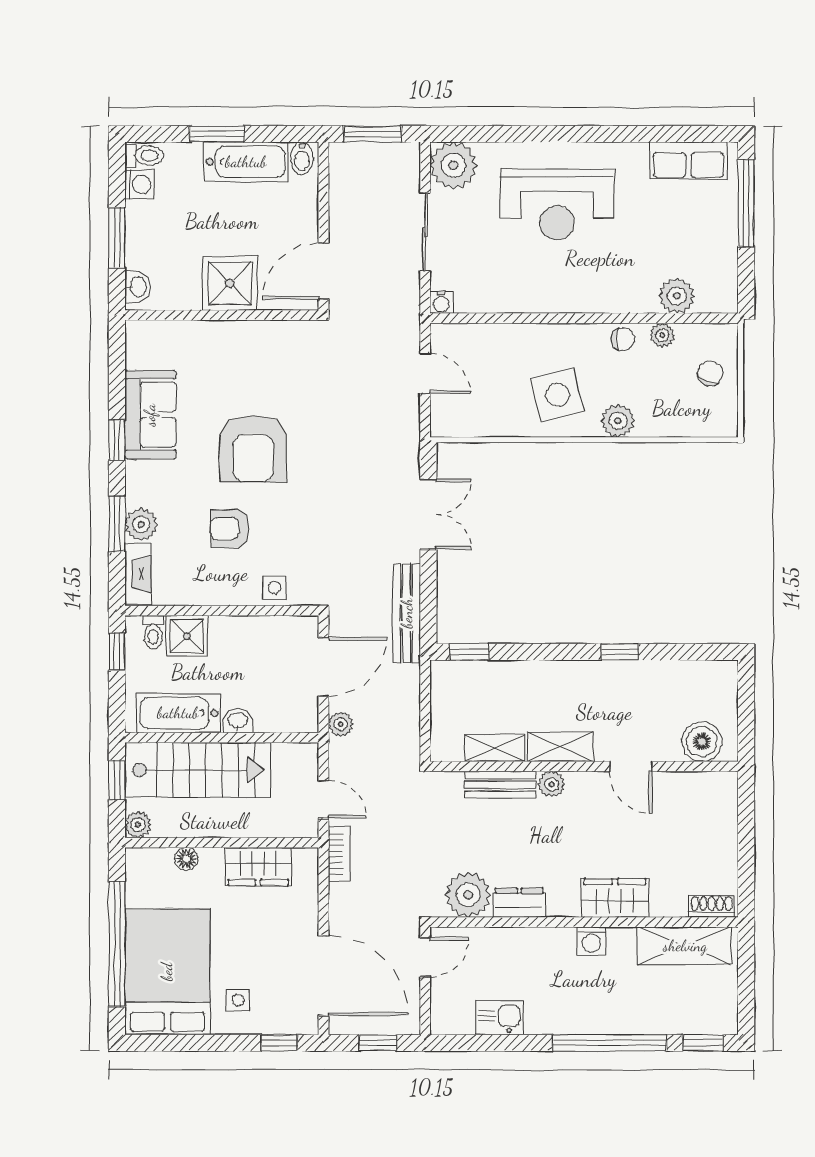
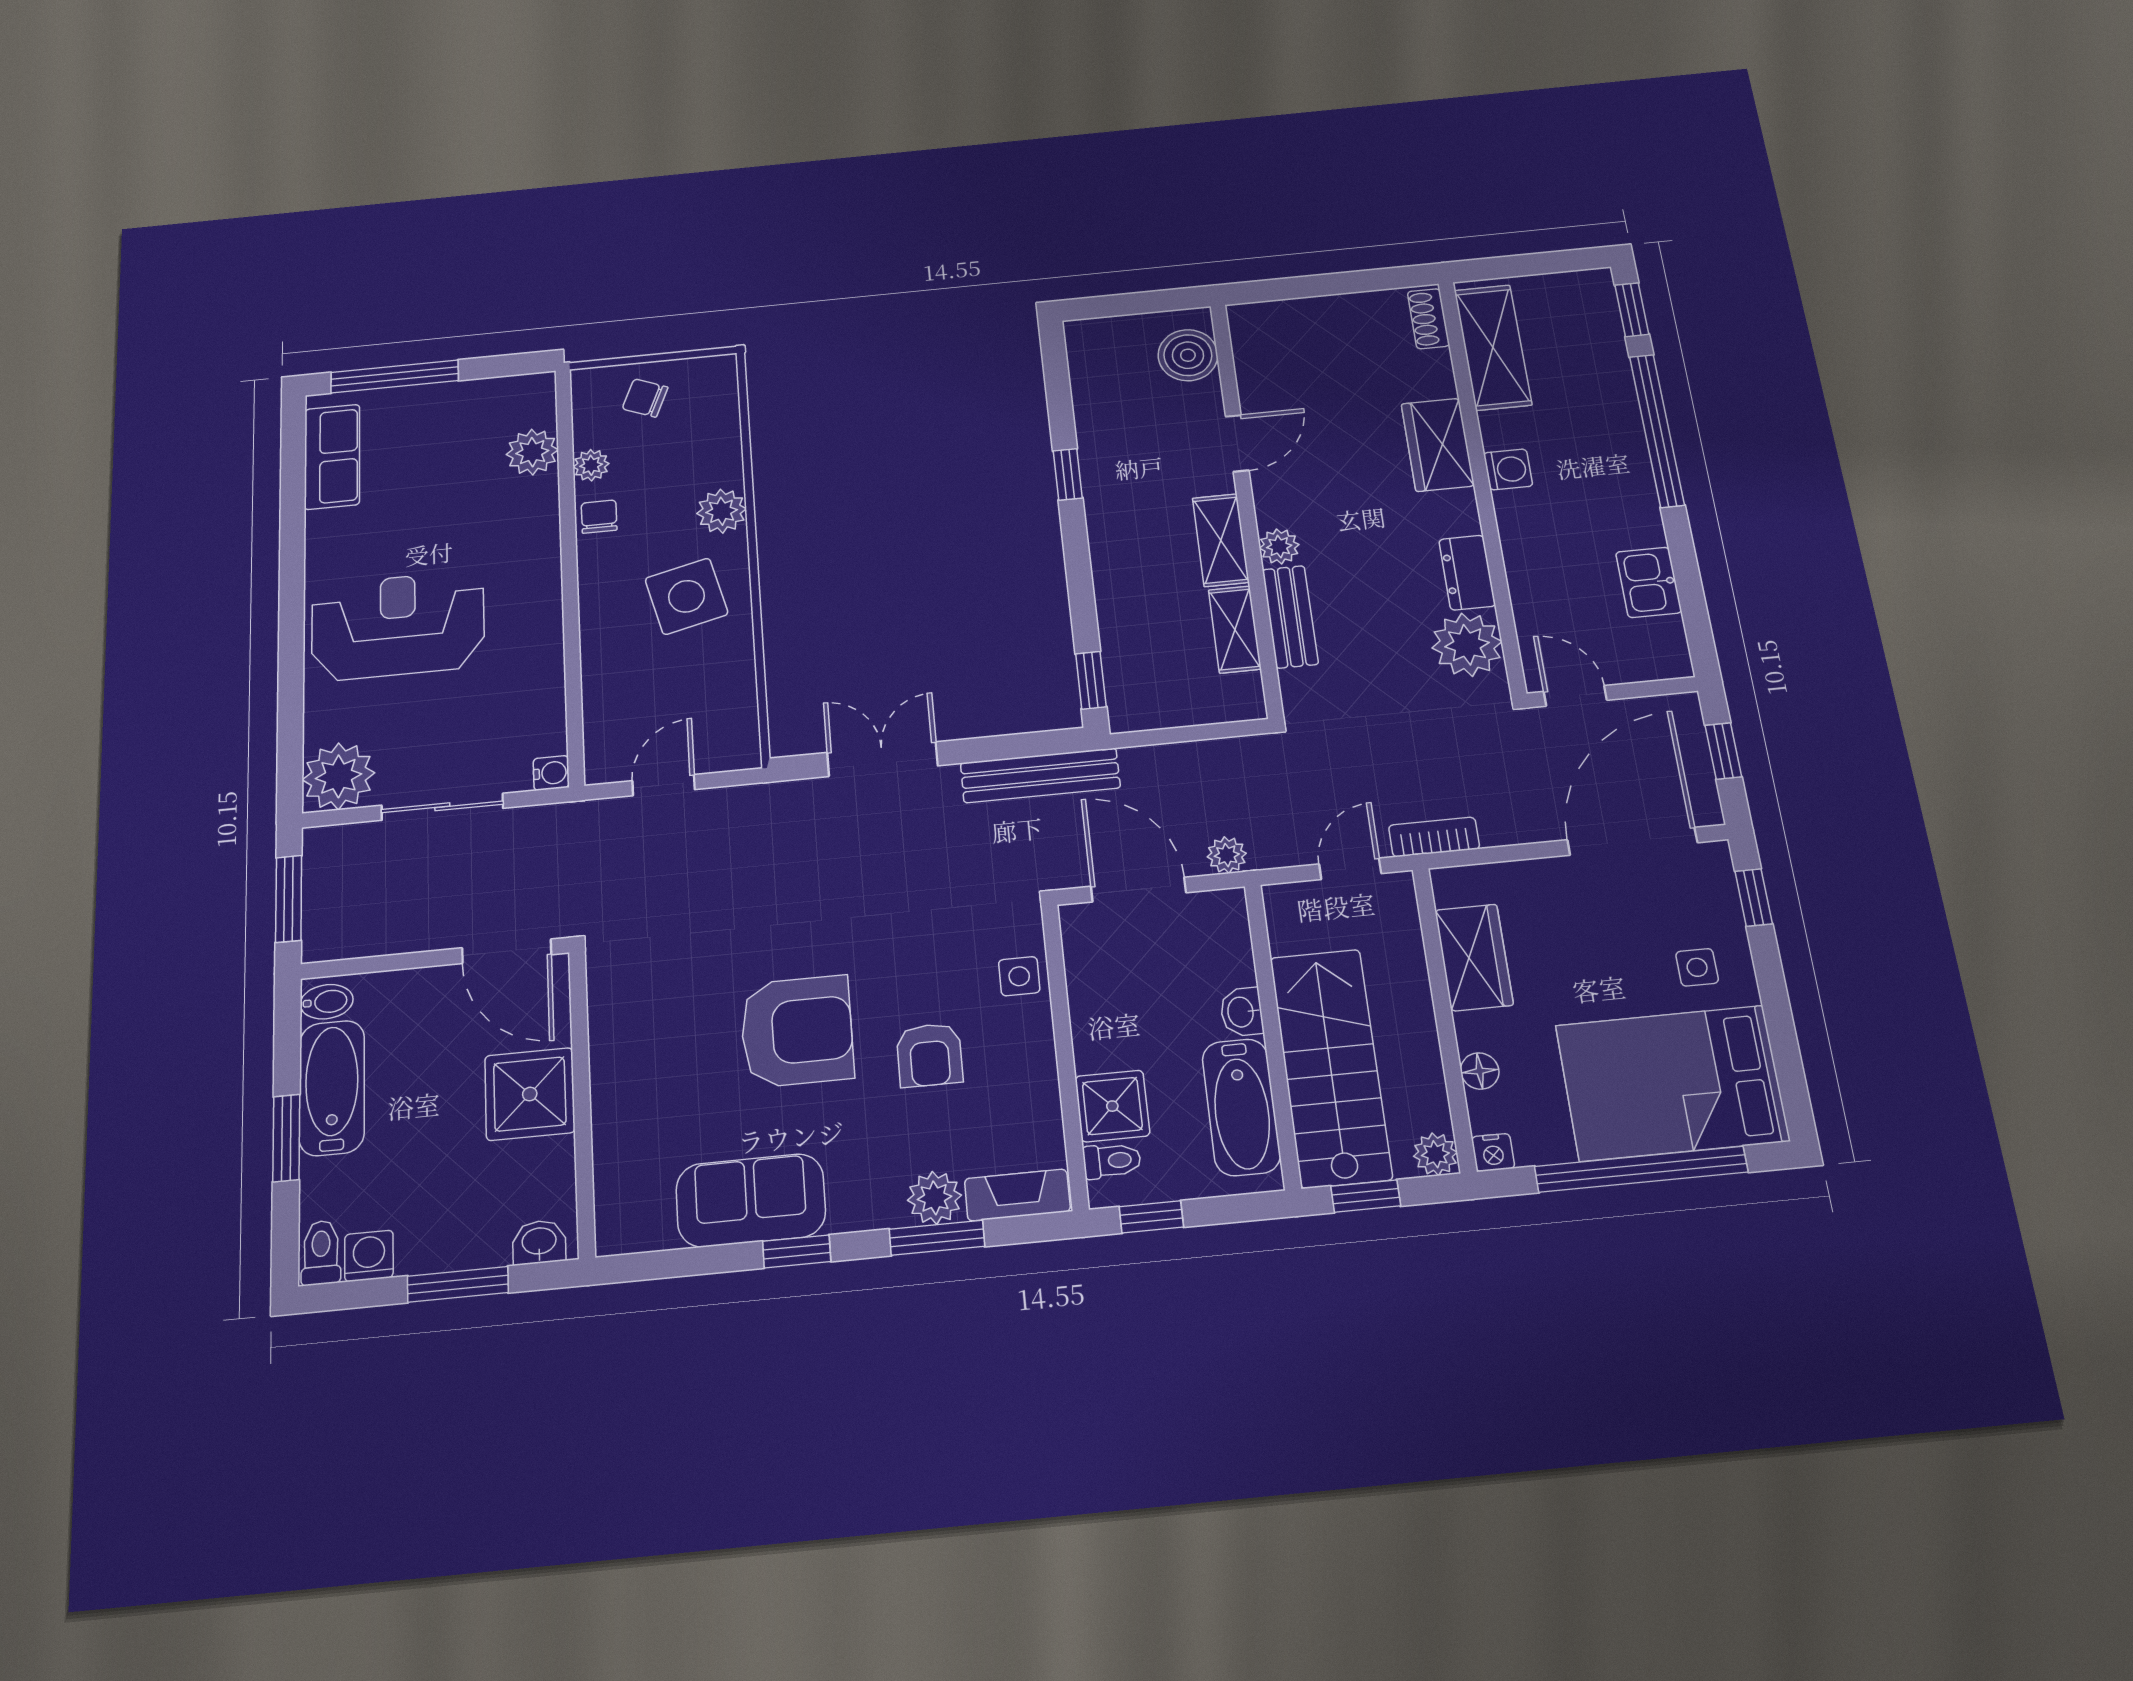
reception desk: (557, 204) -> (398, 626), turned -90
nightstand: (136, 859) -> (1493, 1152), added

